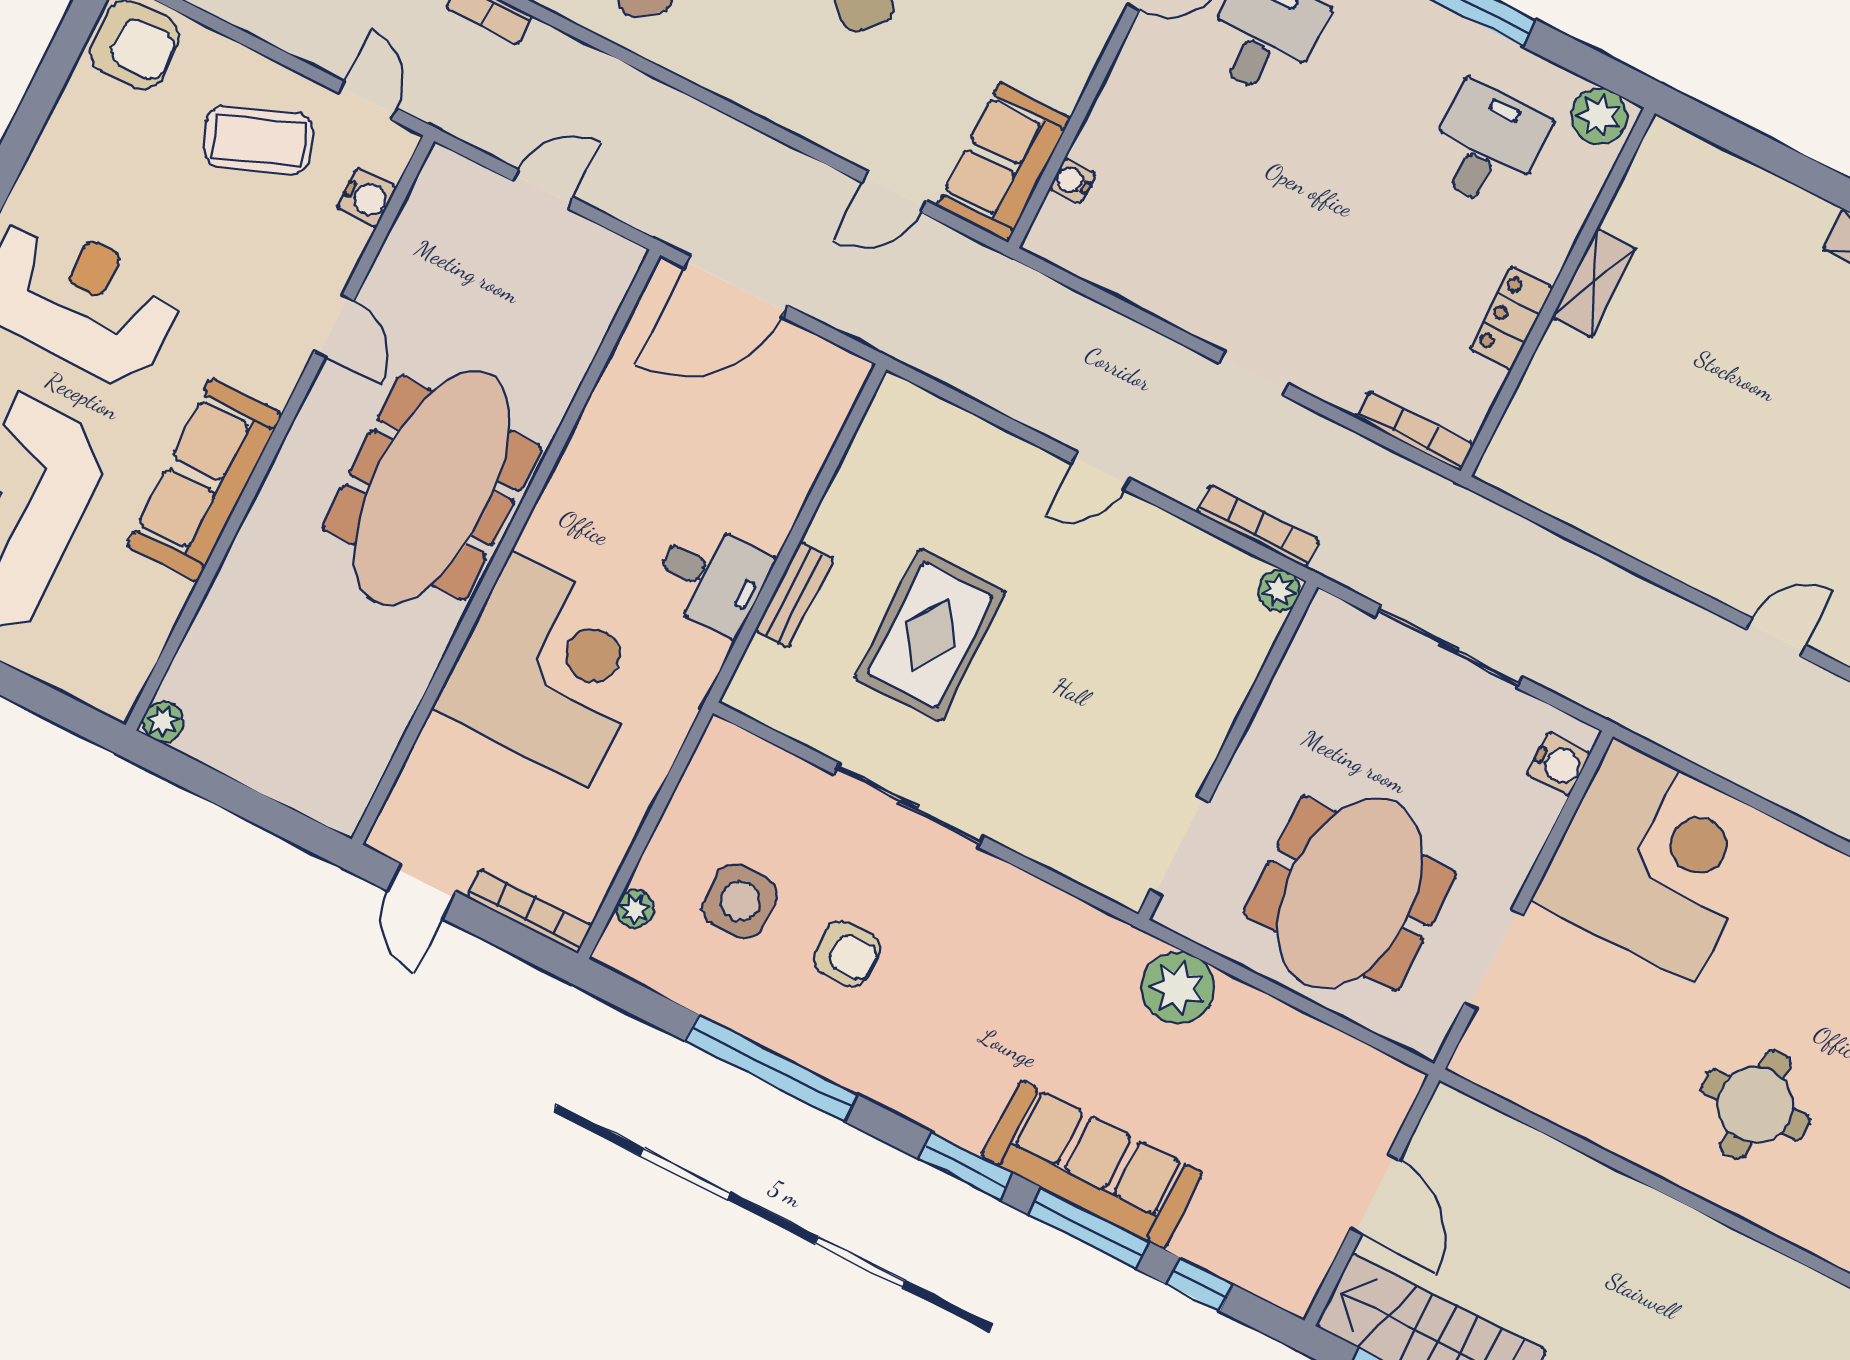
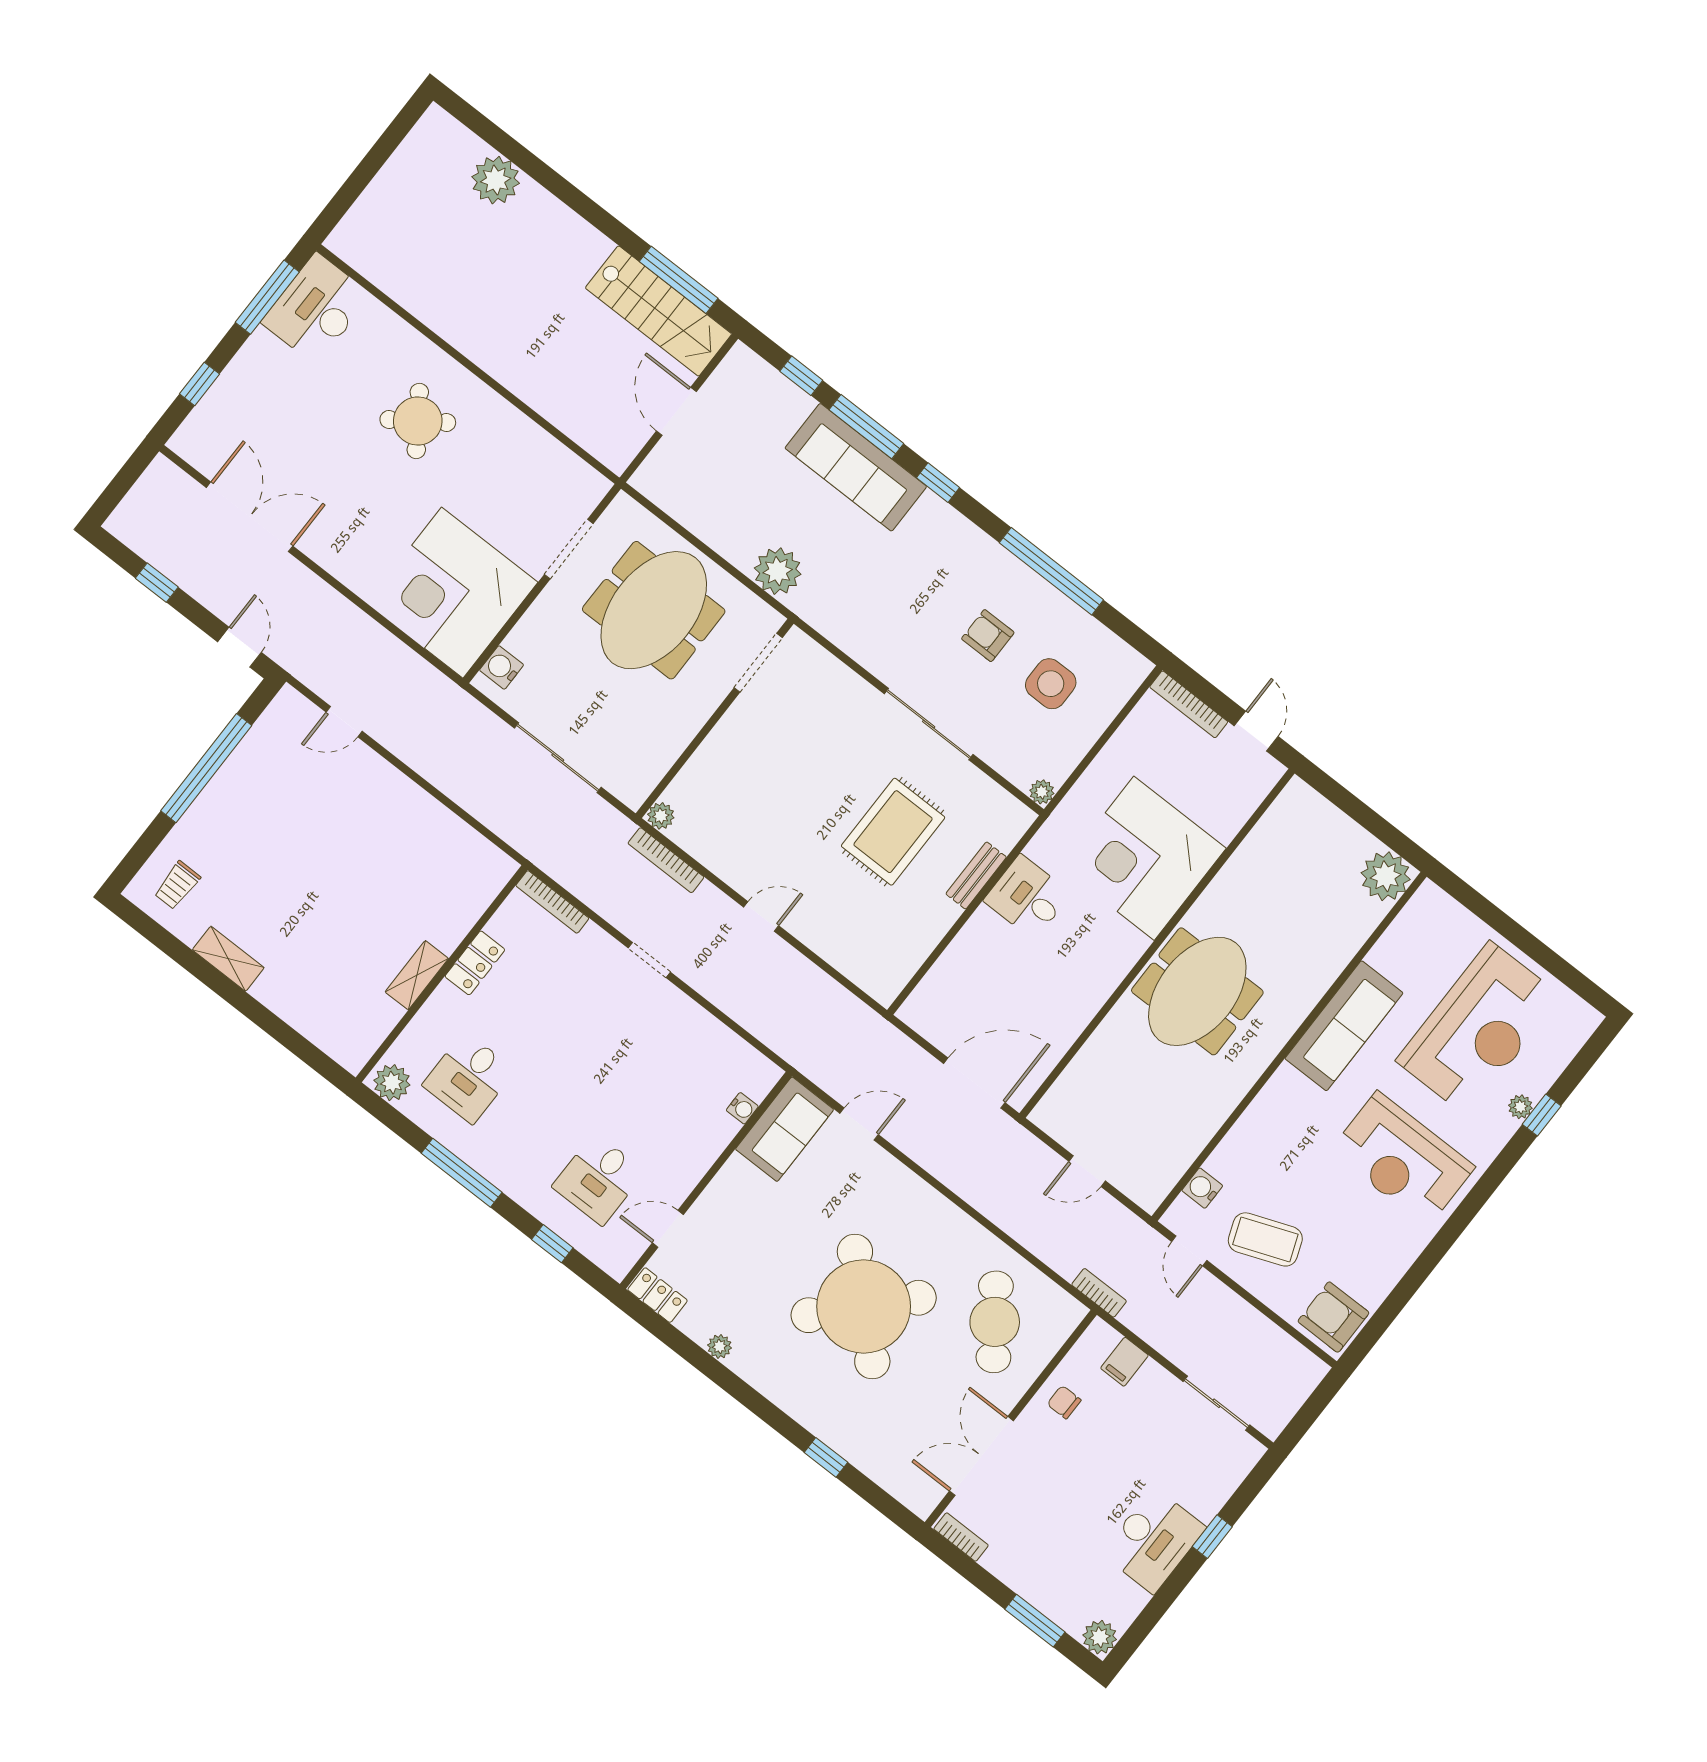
door: (334, 326) -> (1240, 1109), removed
meeting table: (432, 488) -> (1197, 991), width x0.73
plant: (163, 722) -> (1386, 876), width x1.87, depth x1.87
plant: (635, 909) -> (1042, 792), moved
round table: (1755, 1105) -> (418, 421), turned -35
window: (966, 1166) -> (938, 483), width x0.67

